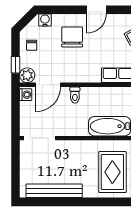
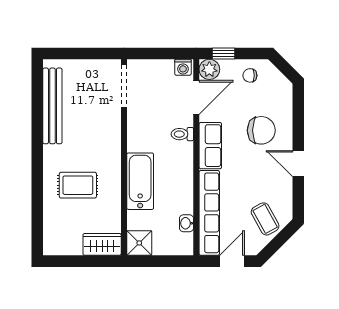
water cooler: (45, 20) -> (284, 93), removed
row of seats: (83, 74) -> (210, 146), added
door: (48, 85) -> (196, 97), swing flipped
rug: (112, 172) -> (78, 185), width x0.73, depth x0.70

